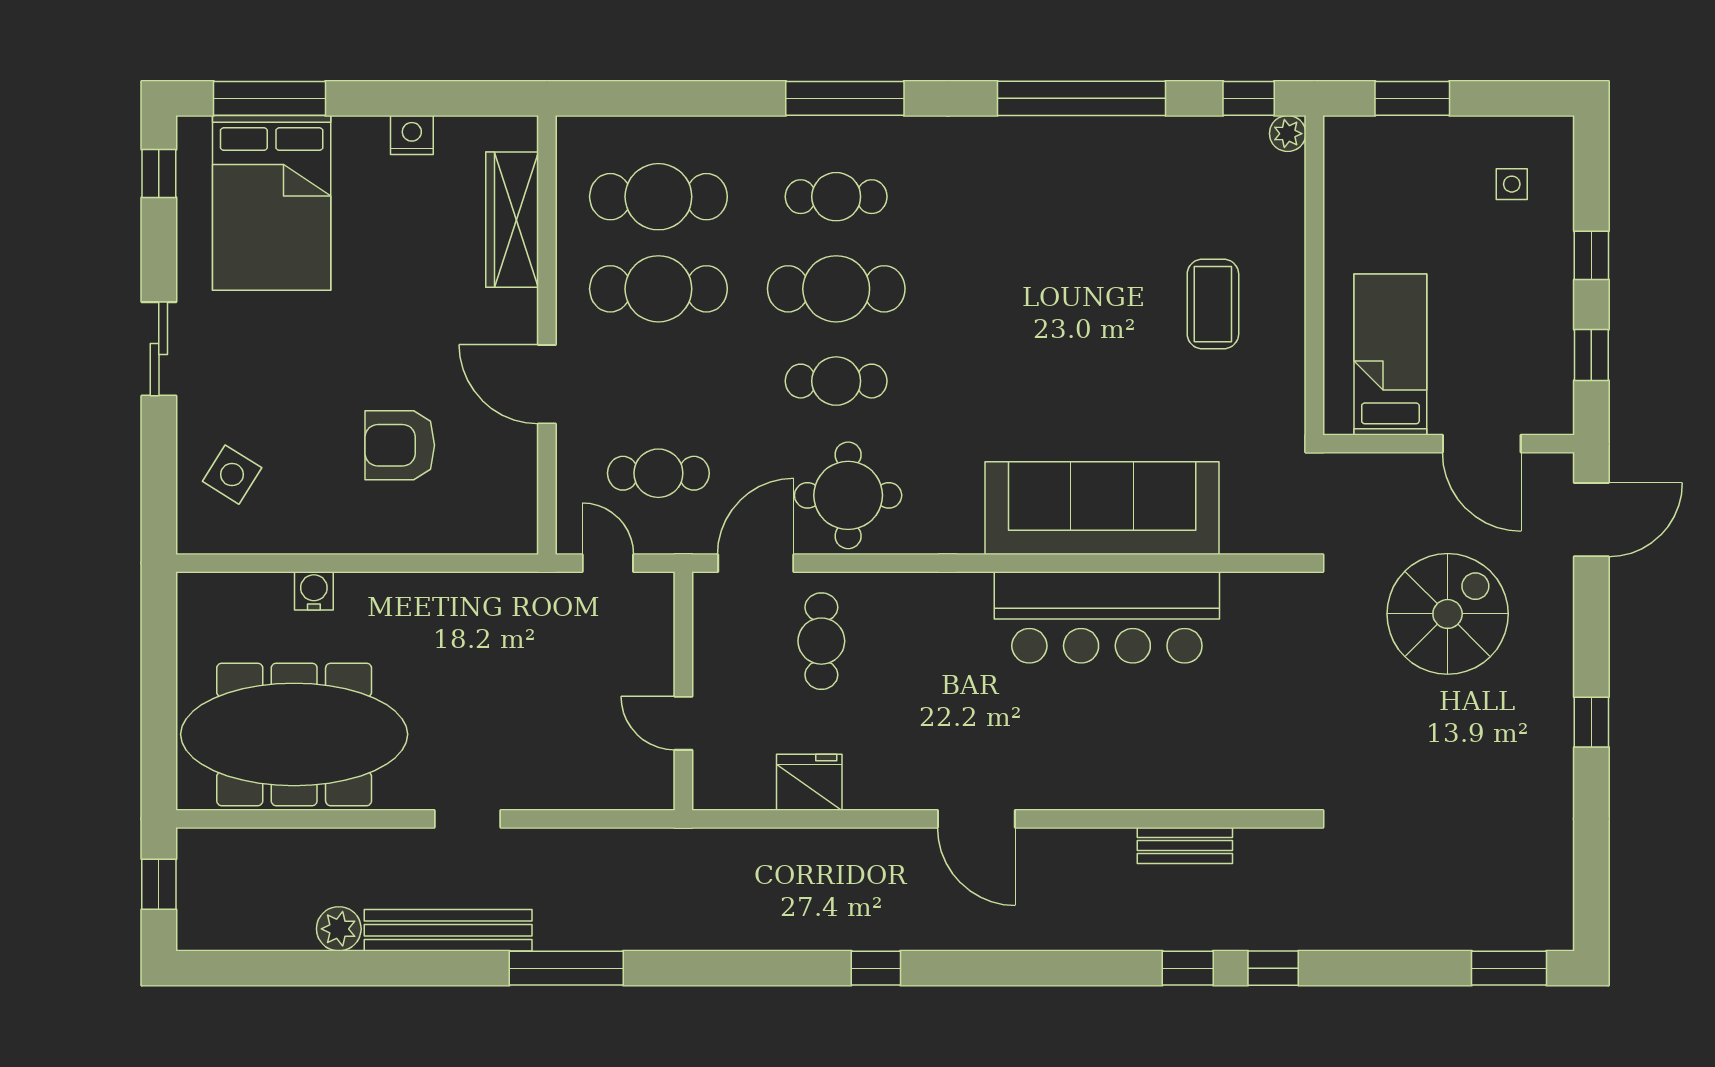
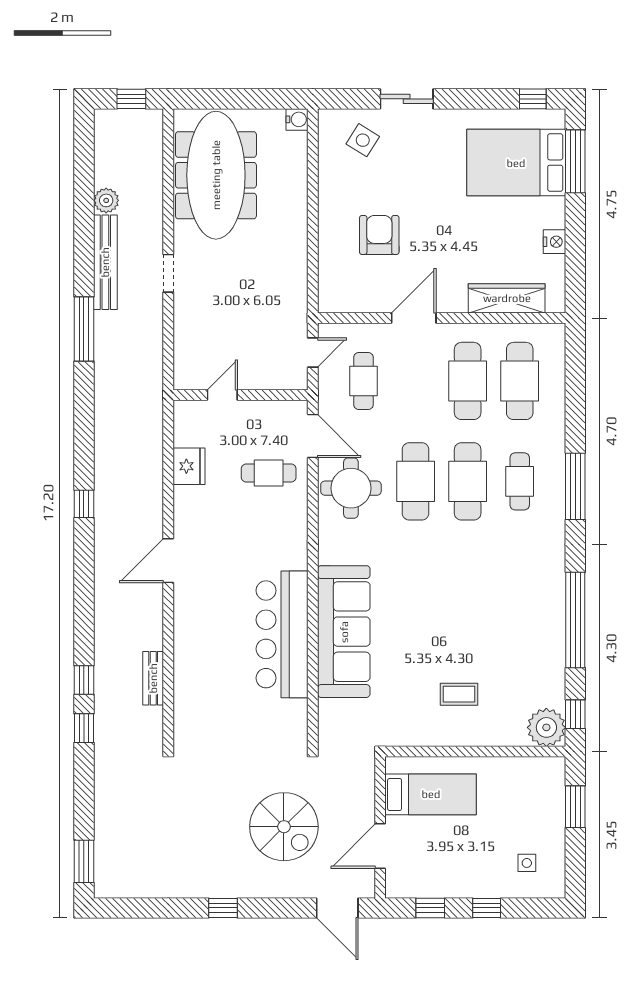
plant: (1288, 134) -> (546, 727), width x1.88, depth x1.88
coffee table: (1213, 304) -> (459, 694), width x0.73, depth x0.77
sliding door: (159, 349) -> (407, 99), moved
cafe table: (836, 381) -> (416, 481), width x1.37, depth x1.35
water cooler: (314, 591) -> (297, 119), moved

